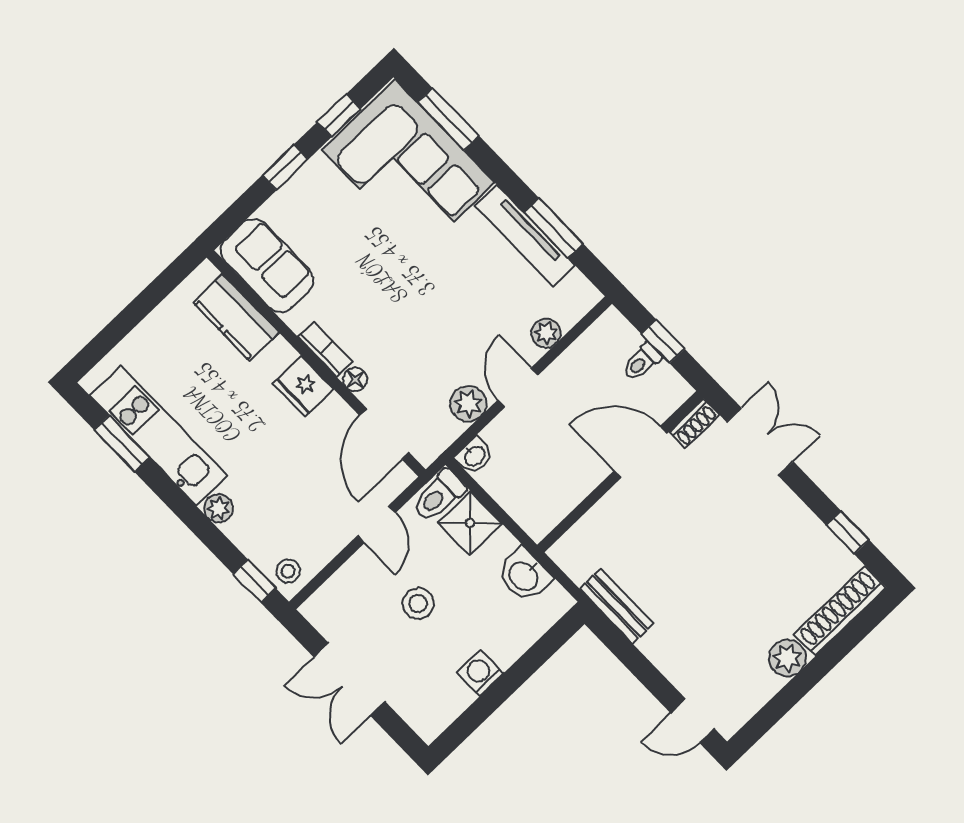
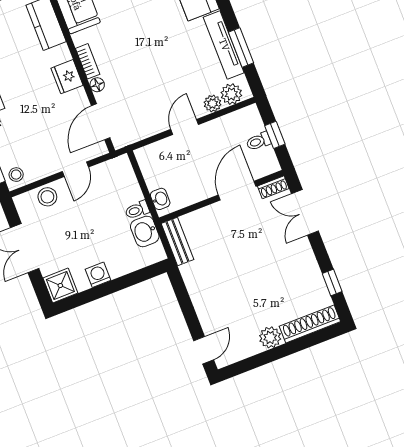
plant: (468, 404) -> (231, 94), moved
double door: (760, 442) -> (305, 212), swing flipped
door: (641, 452) -> (237, 191), hinge flipped
washbasin: (474, 456) -> (160, 199), moved, turned -90
toilet: (439, 496) -> (137, 210), moved, width x0.73, depth x0.72
shower: (470, 523) -> (60, 286), moved
stool: (418, 603) -> (47, 197), moved
bench: (617, 606) -> (177, 242), moved
door: (693, 721) -> (204, 350), swing flipped

